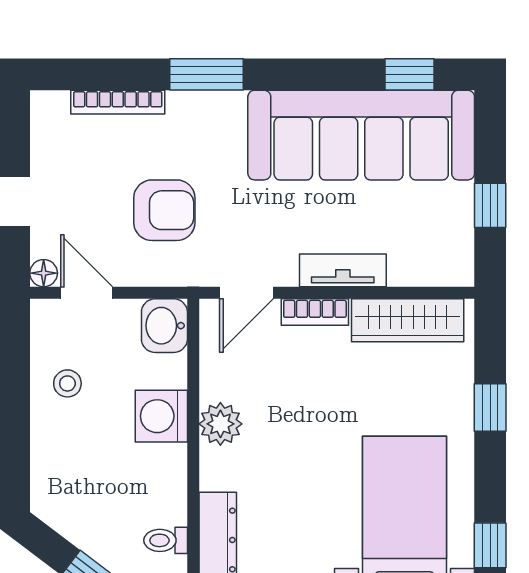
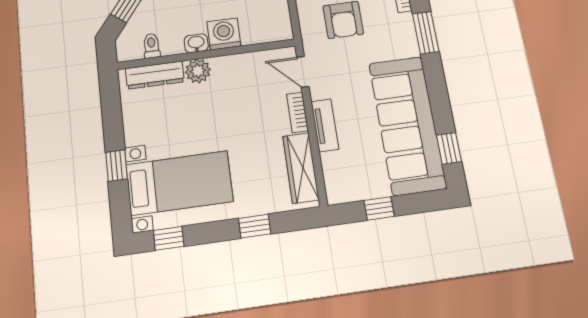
washbasin: (164, 326) -> (196, 43), moved, width x0.72, depth x0.69
plant: (220, 424) -> (198, 71), moved

